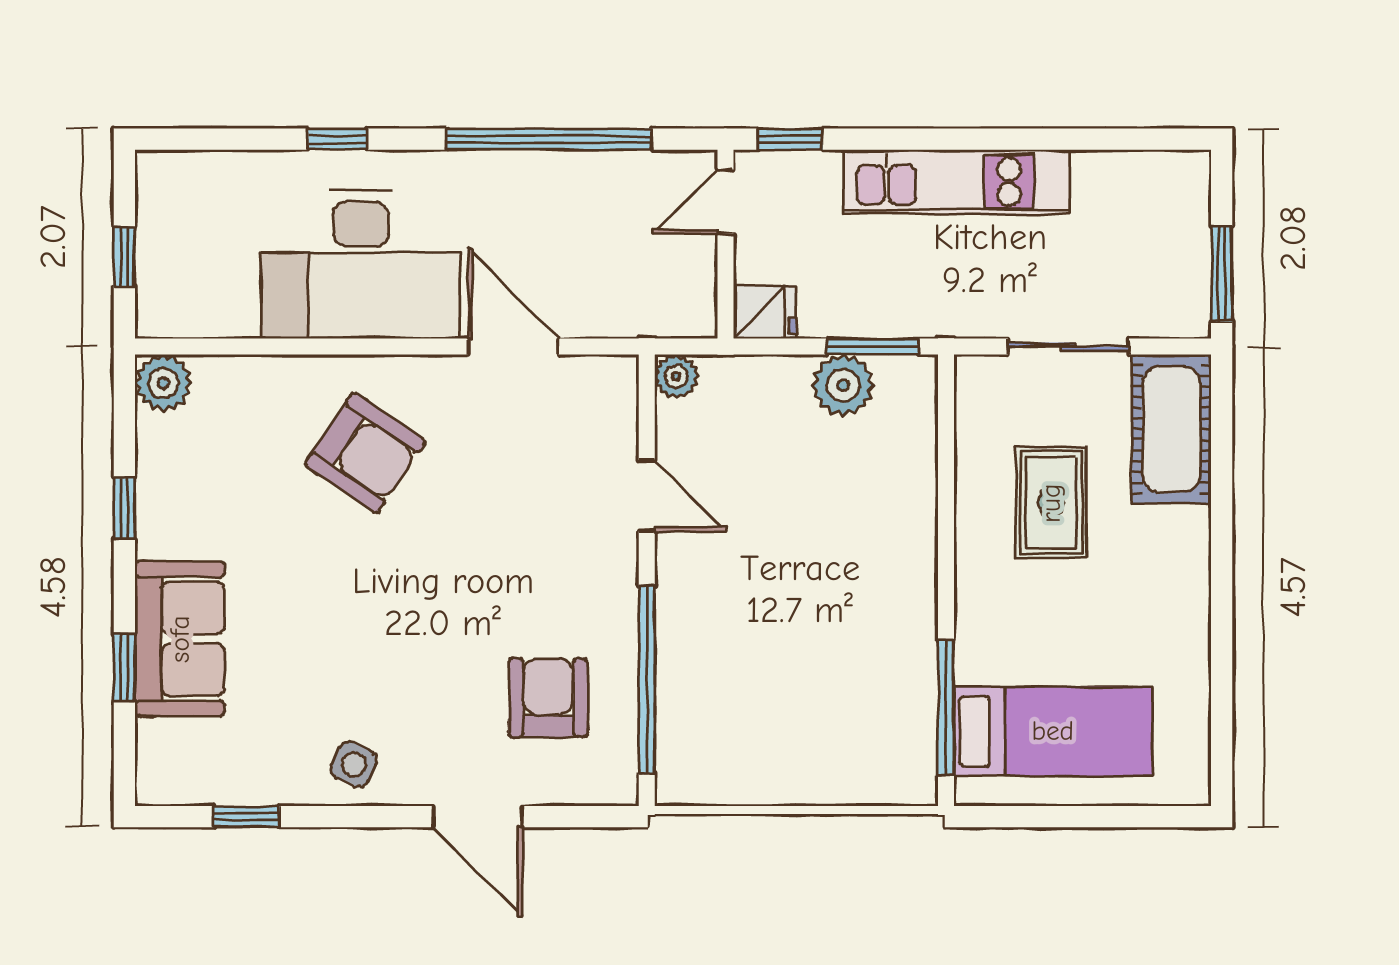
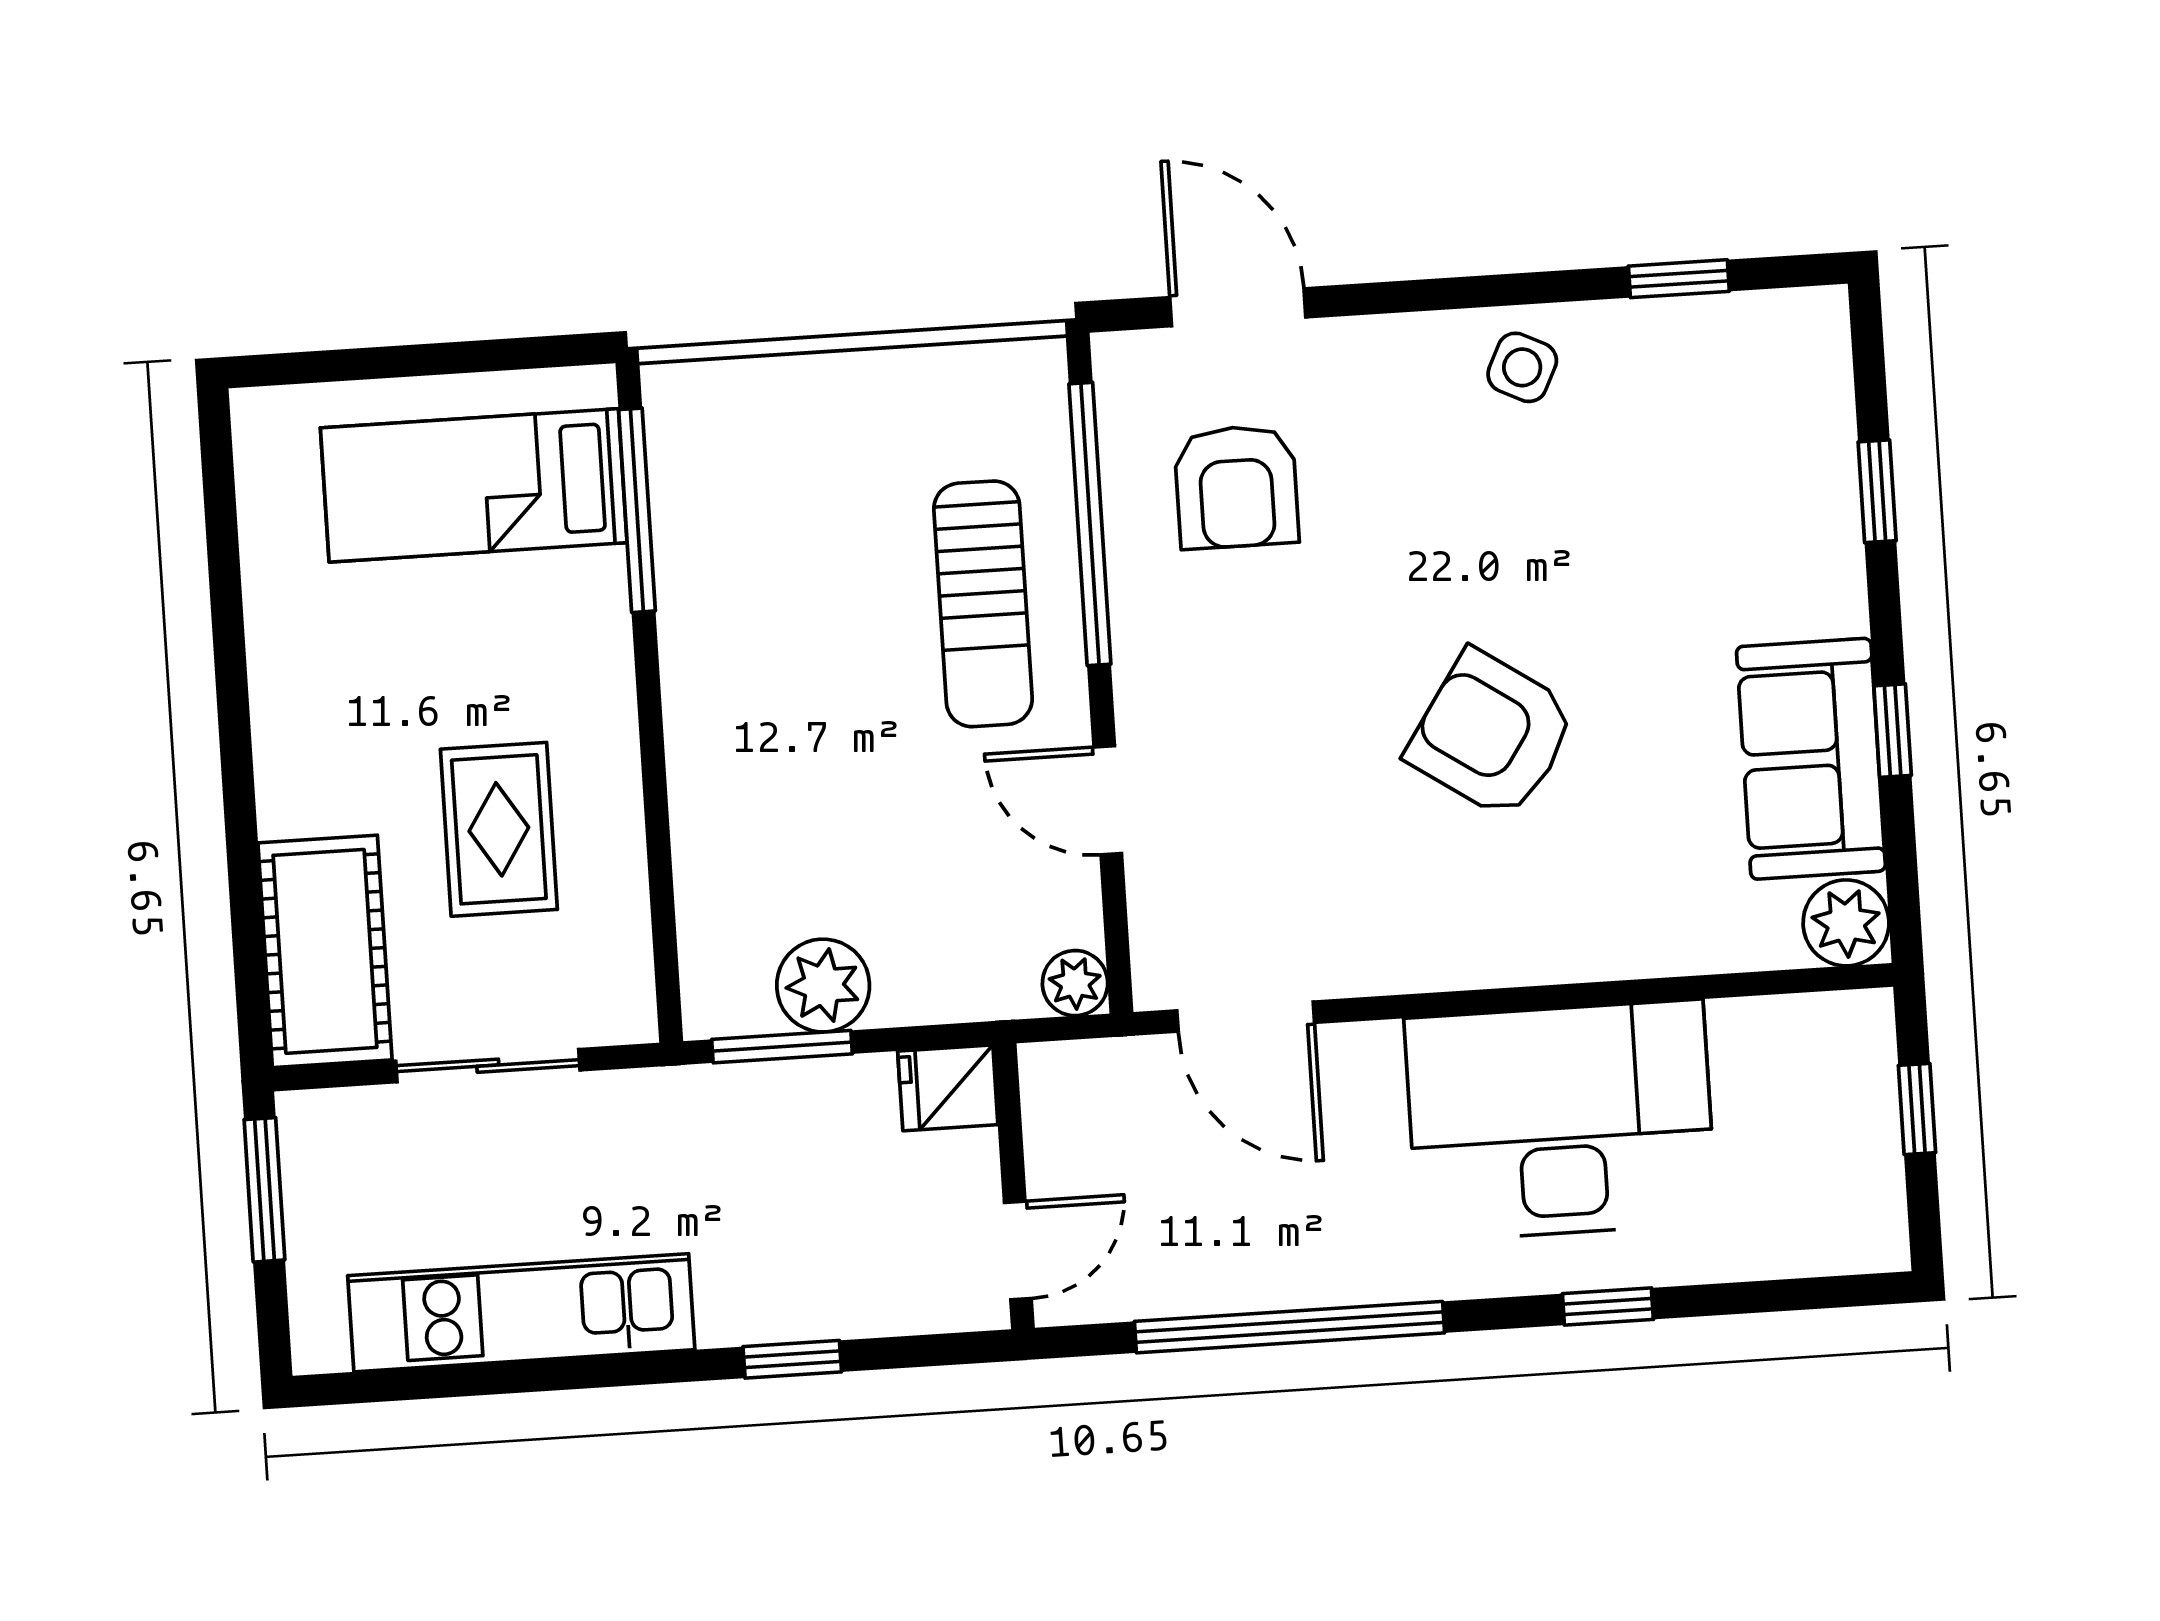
window: (790, 139) -> (792, 1359), moved
kitchen unit: (957, 182) -> (521, 1313), moved
door: (513, 347) -> (1246, 1017), moved
armchair: (365, 453) -> (1492, 735), moved
sun lounger: (721, 631) -> (983, 604), added
sofa: (180, 639) -> (1811, 759), moved
door: (478, 817) -> (1238, 307), moved

